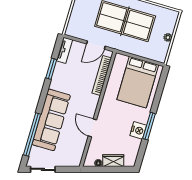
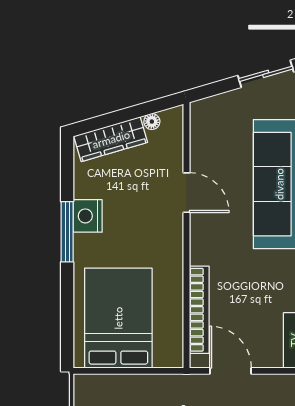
door: (96, 45) -> (230, 371), hinge flipped
wardrobe: (113, 161) -> (111, 139), width x1.50

